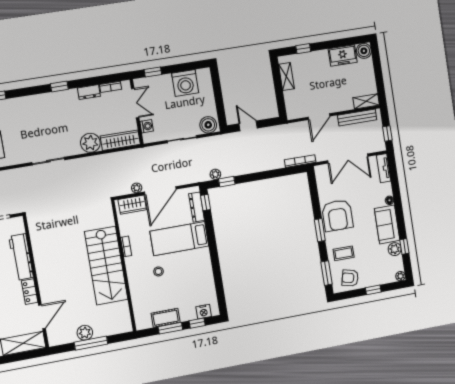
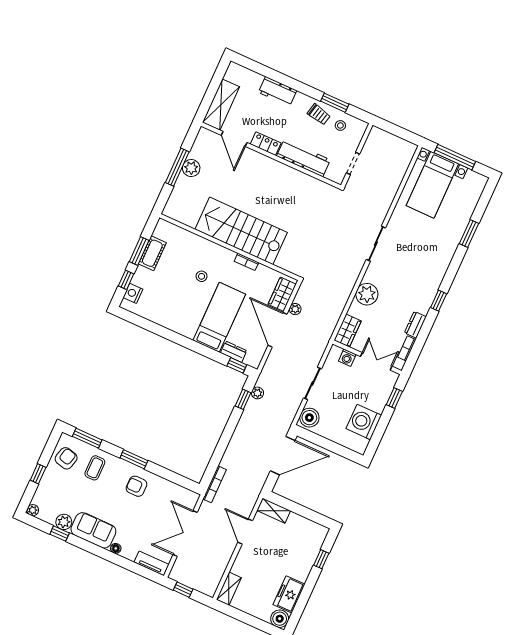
shelving: (286, 77) -> (274, 511), moved
double door: (135, 103) -> (376, 361), swing flipped
bench: (357, 117) -> (219, 569), removed
door: (248, 126) -> (283, 456), width x1.88
wardrobe: (120, 140) -> (348, 331), width x0.67
dresser: (197, 207) -> (234, 352), width x0.70
armchair: (337, 215) -> (136, 486), width x0.53, depth x0.53

